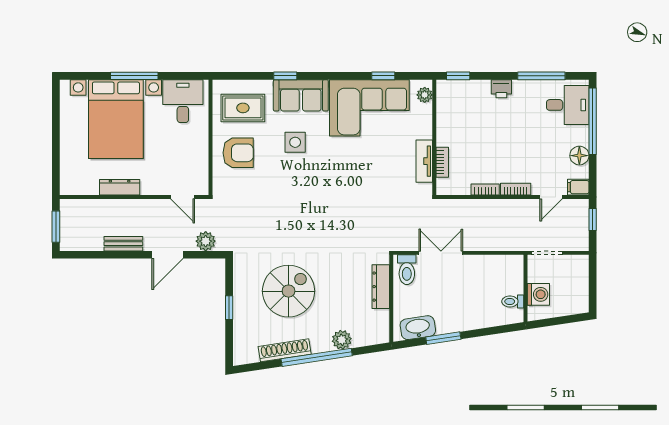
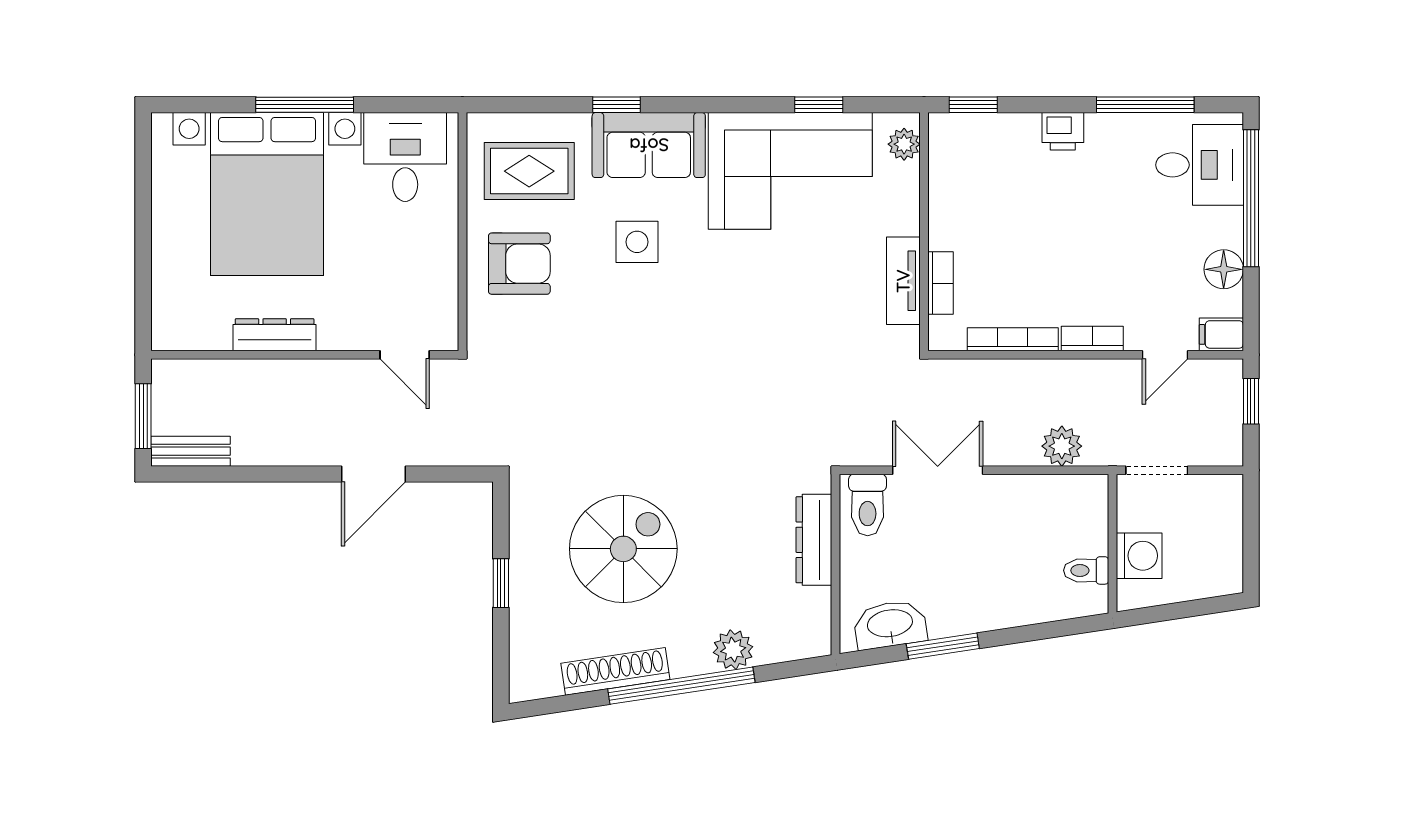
bookcase: (485, 189) -> (1013, 339), width x1.56
plant: (206, 241) -> (1062, 446), moved
bench: (123, 244) -> (191, 451), moved

